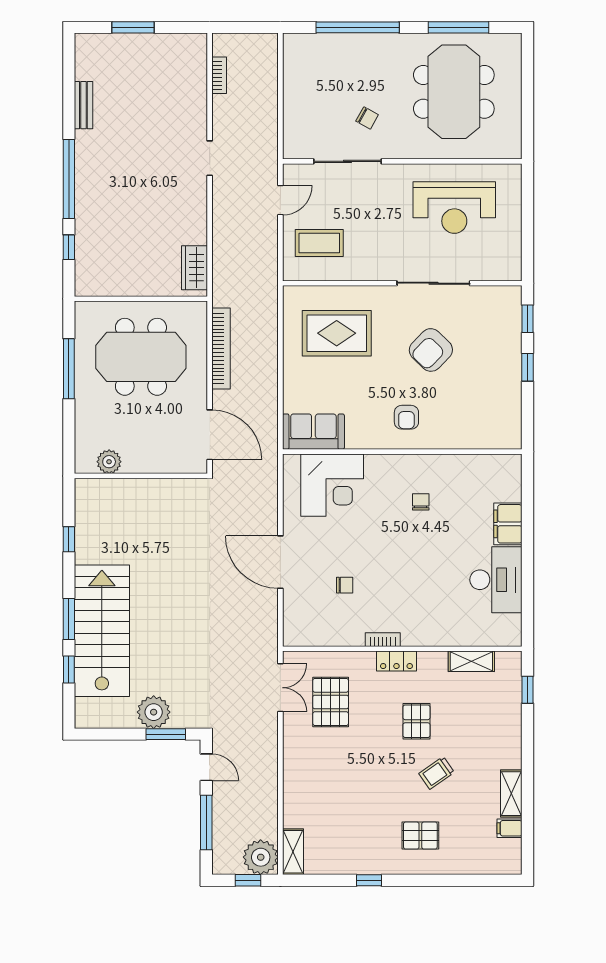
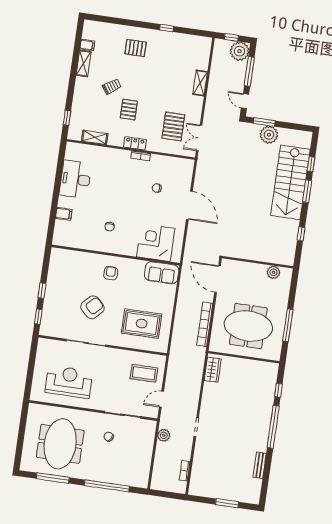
plant: (267, 135) -> (164, 435), added
filing cabinet: (508, 524) -> (64, 214), width x0.50
trolley: (437, 773) -> (112, 87), moved
shelving: (293, 852) -> (200, 83), moved
plant: (261, 857) -> (240, 51), moved

